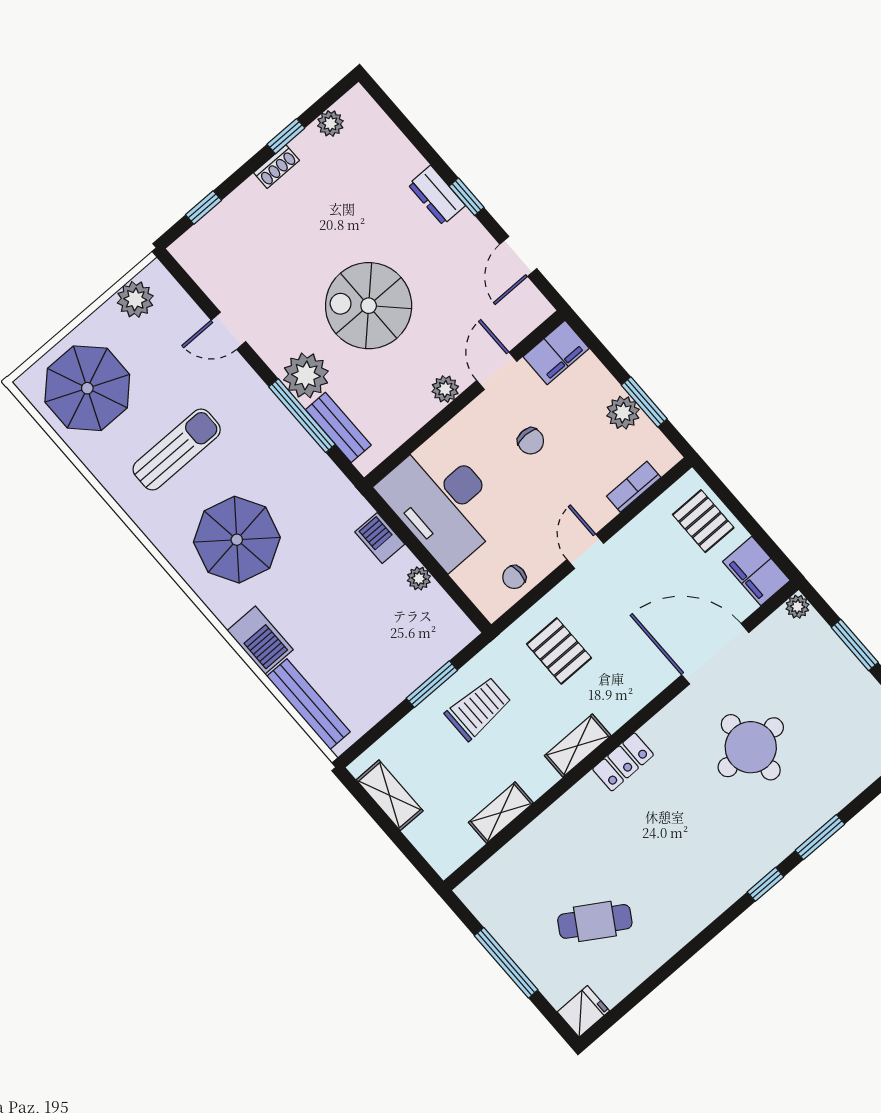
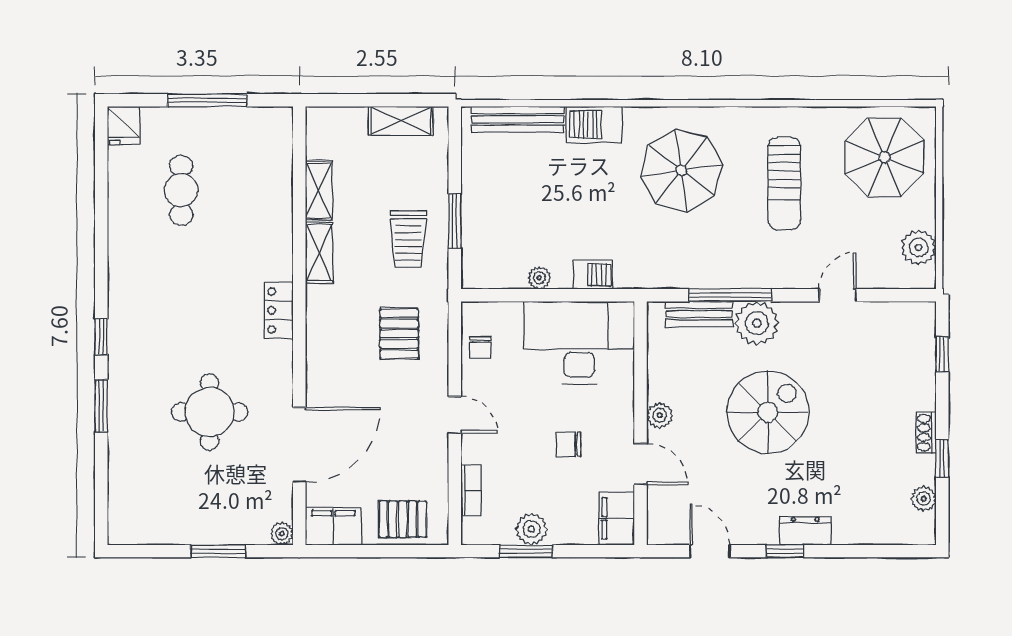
chair: (514, 577) -> (481, 347), turned 180
pallet: (559, 651) -> (399, 334), turned 90
shelving: (578, 746) -> (319, 253), moved
cafe table: (595, 921) -> (181, 190), turned -32

